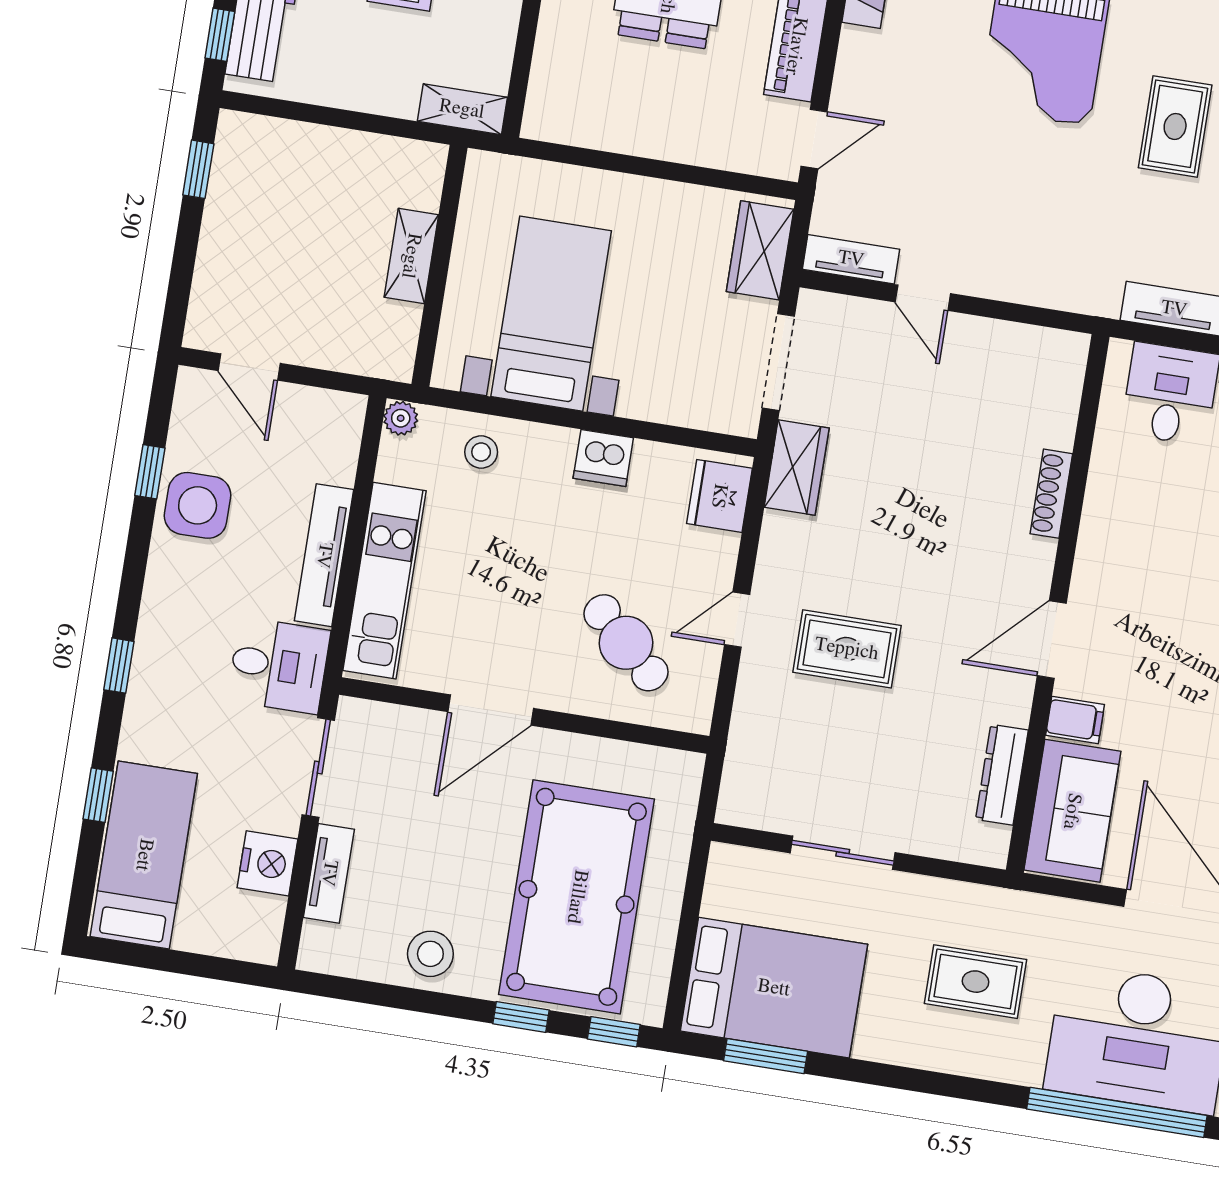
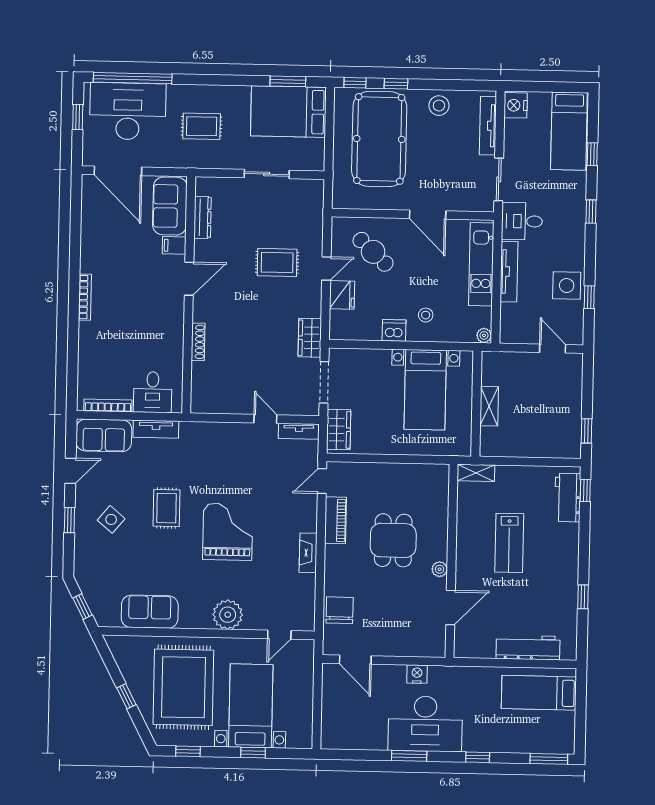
stool: (481, 452) -> (426, 315), moved
fridge: (719, 496) -> (342, 295), moved
door: (491, 710) -> (428, 215), swing flipped
nightstand: (267, 863) -> (516, 105), moved
tv unit: (329, 873) -> (488, 126), width x1.41

